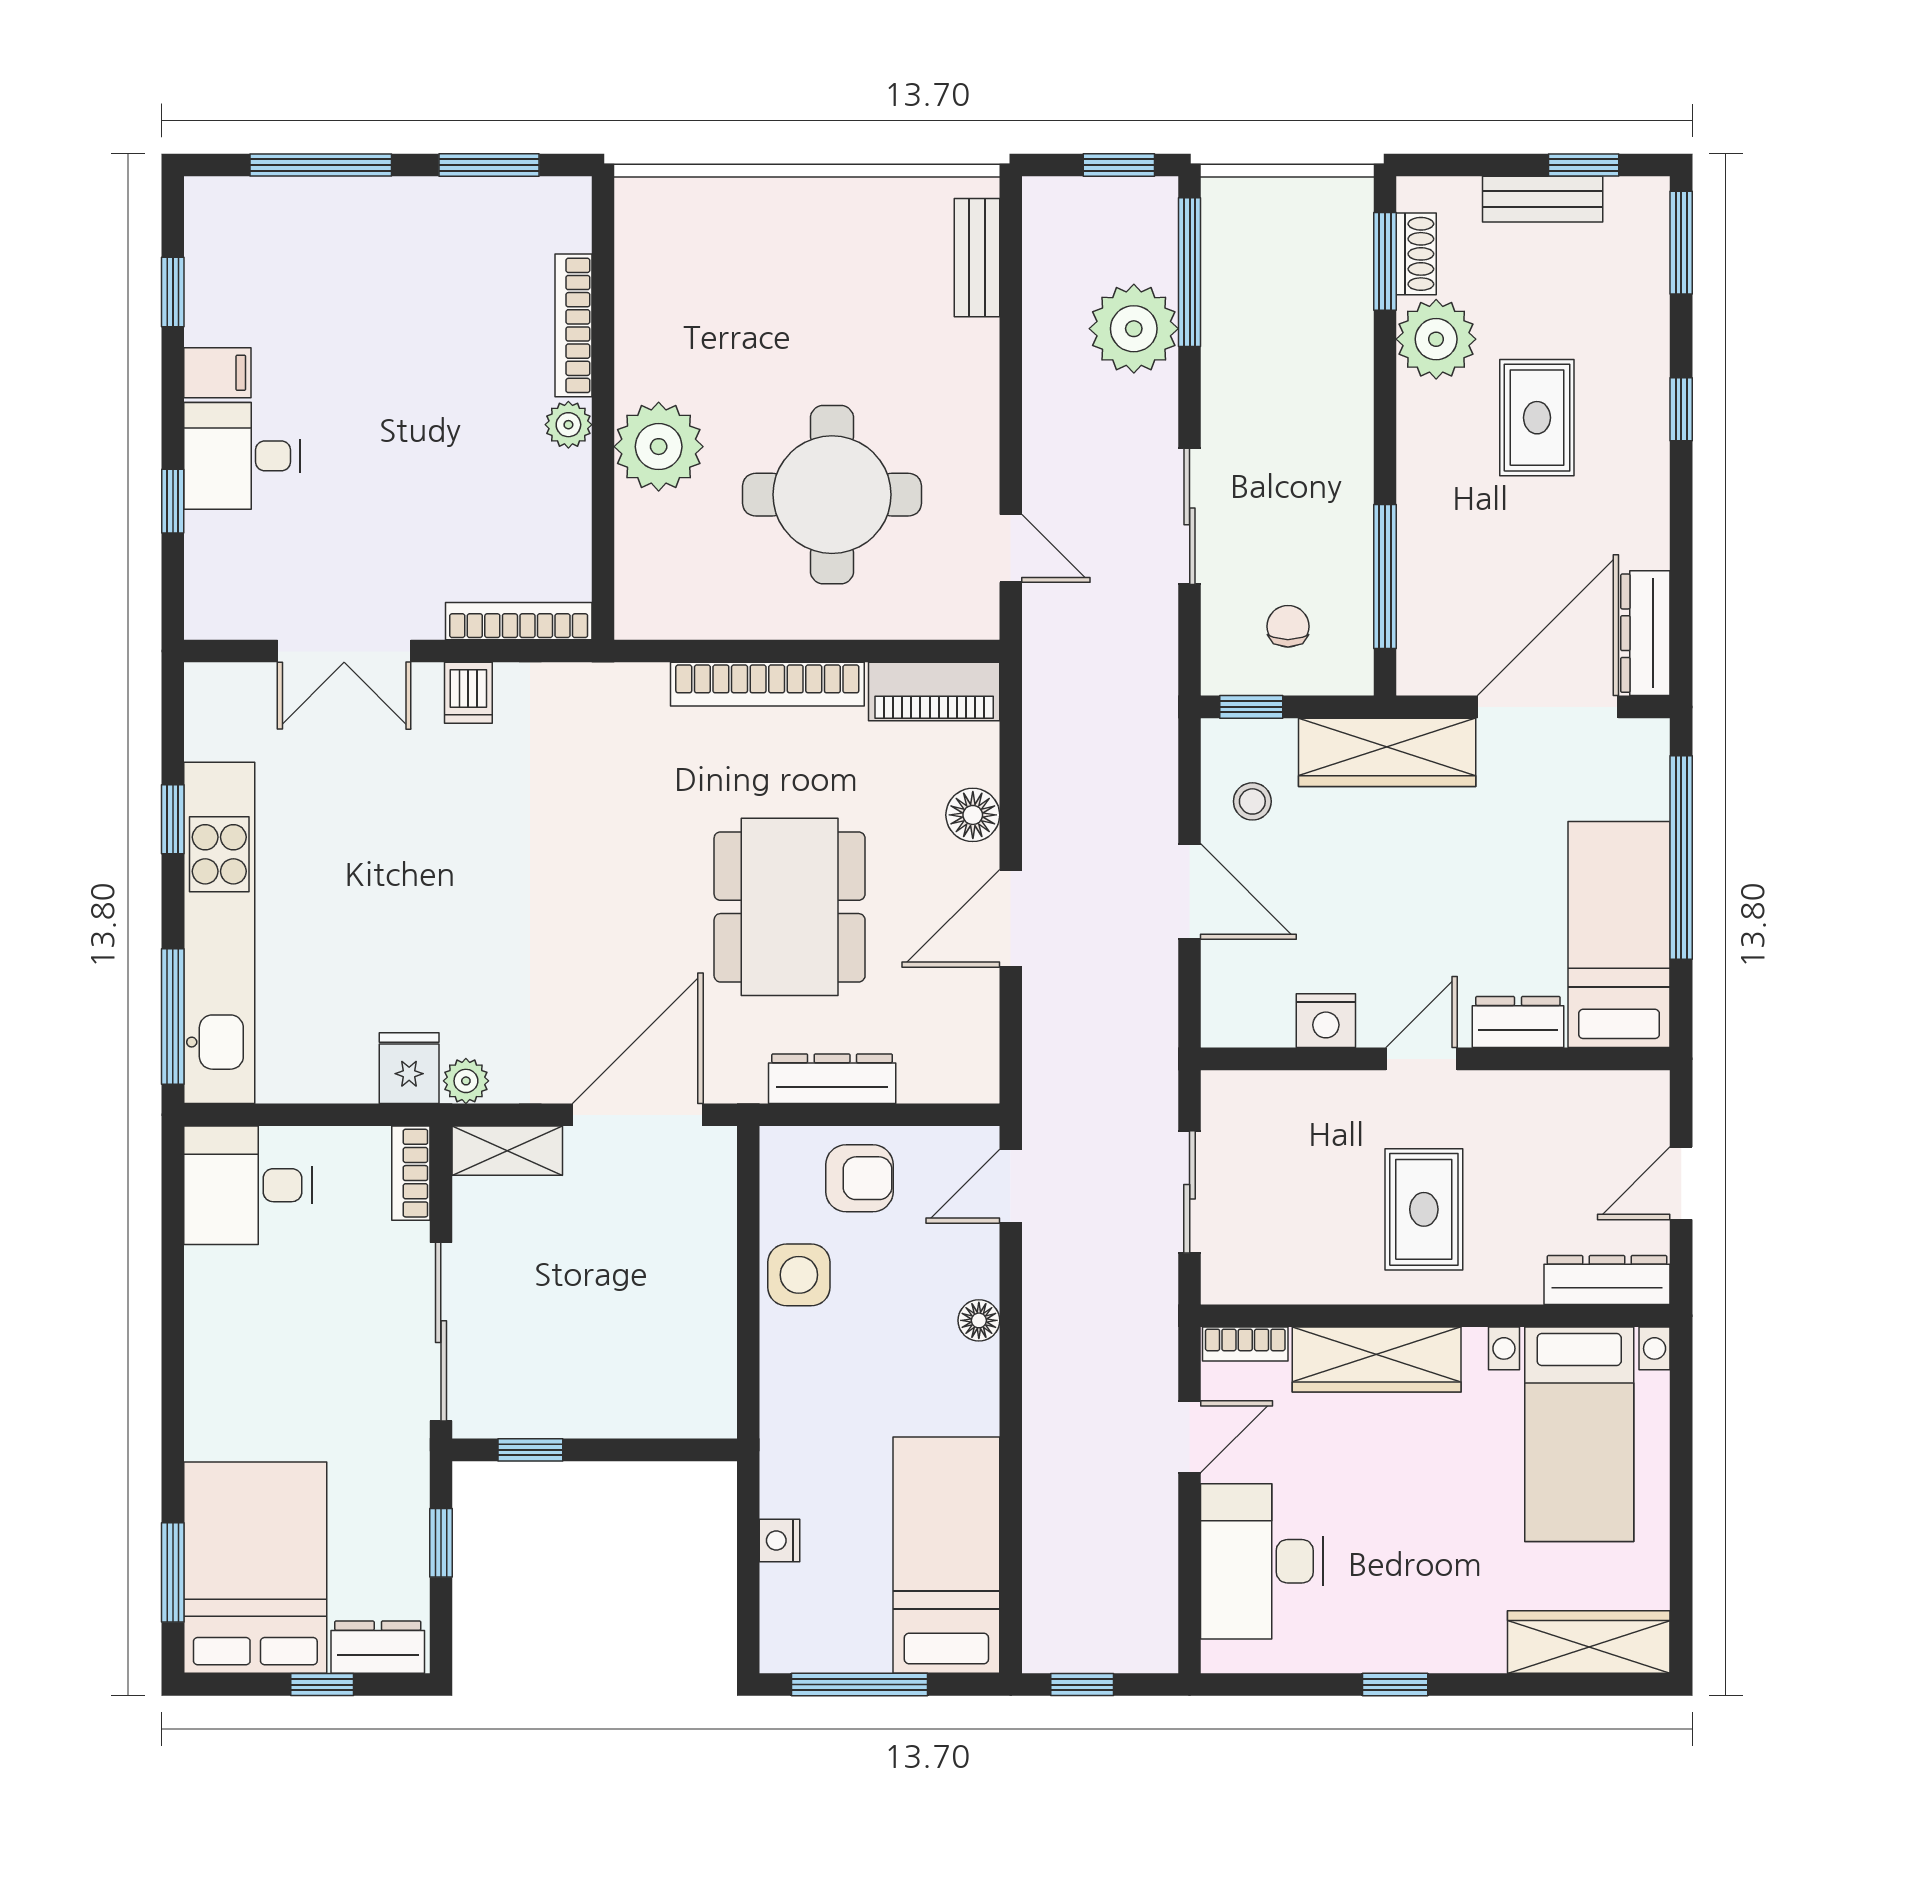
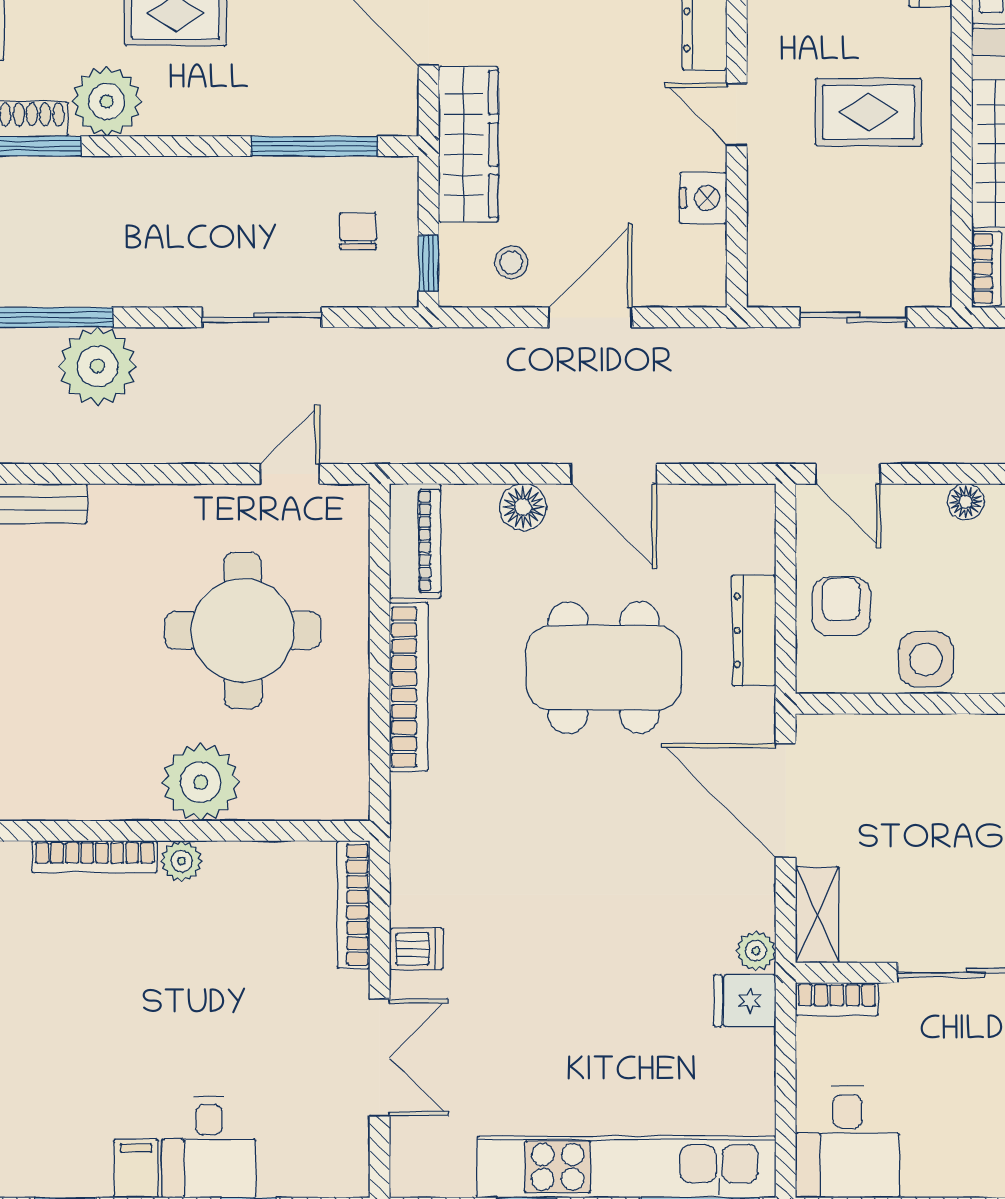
chair: (1288, 626) -> (358, 231), turned 90

